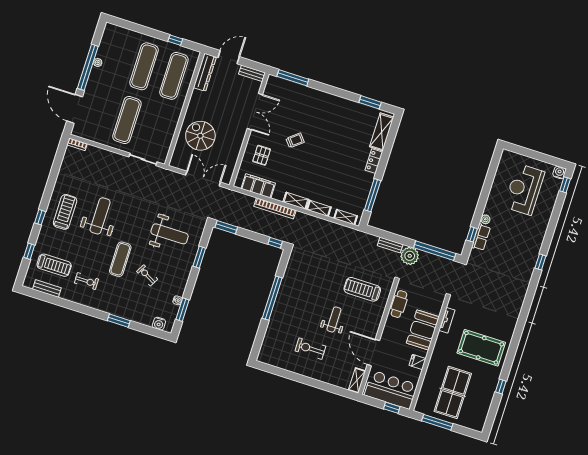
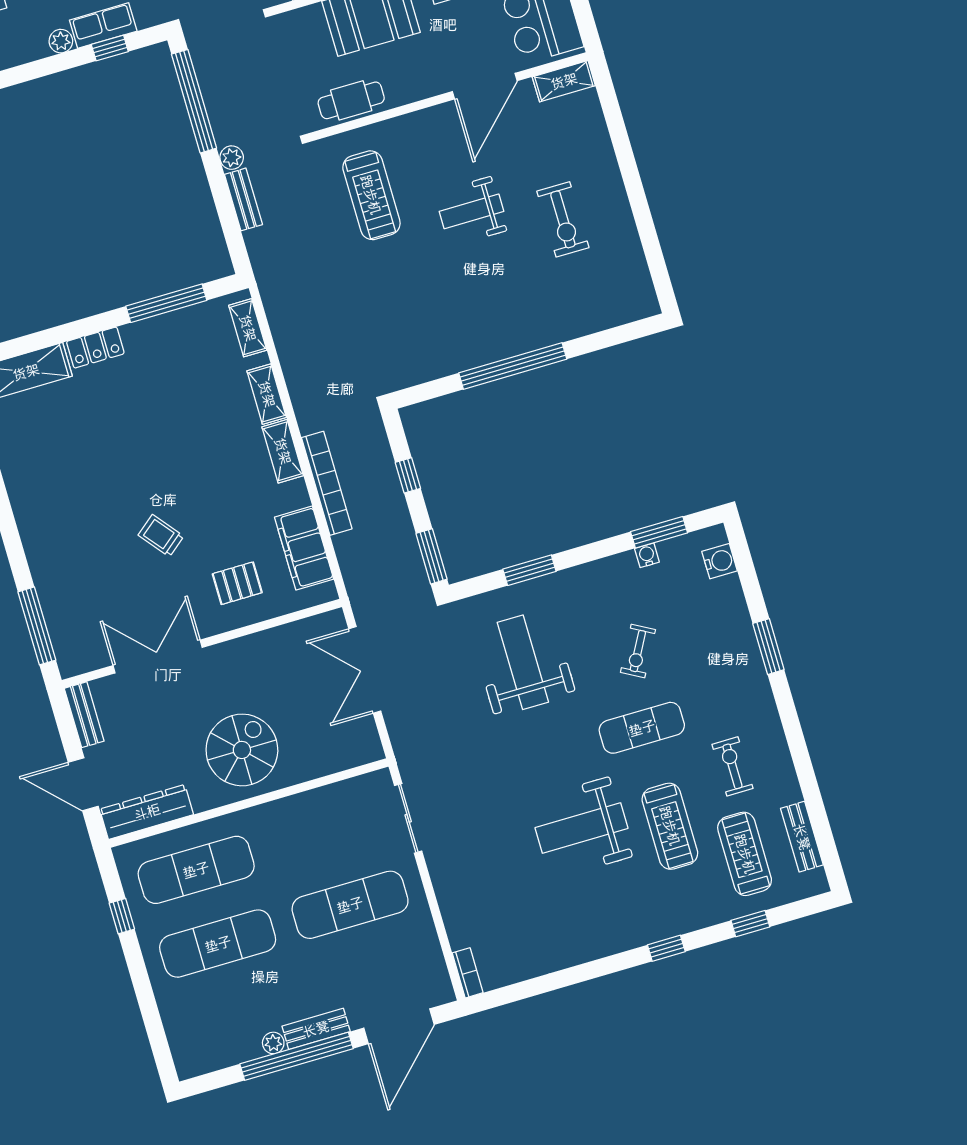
bench: (93, 80) -> (316, 1029), added
spiral stairs: (200, 136) -> (242, 750), moved, turned 180
treadmill: (65, 212) -> (670, 826), moved, turned -90
window: (275, 243) -> (408, 475), moved
plant: (410, 256) -> (232, 158), width x0.53, depth x0.53

